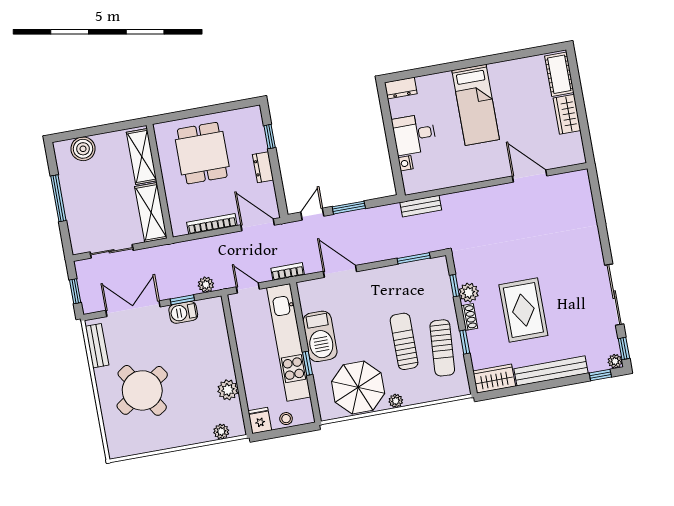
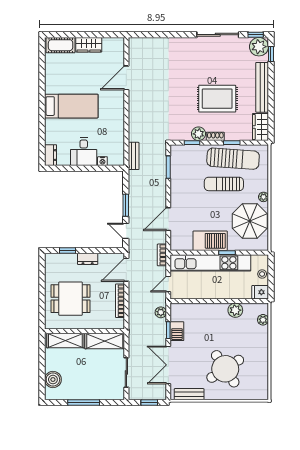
sun lounger: (442, 348) -> (233, 159), width x1.36, depth x1.34
plant: (615, 361) -> (259, 47), width x1.87, depth x1.87

